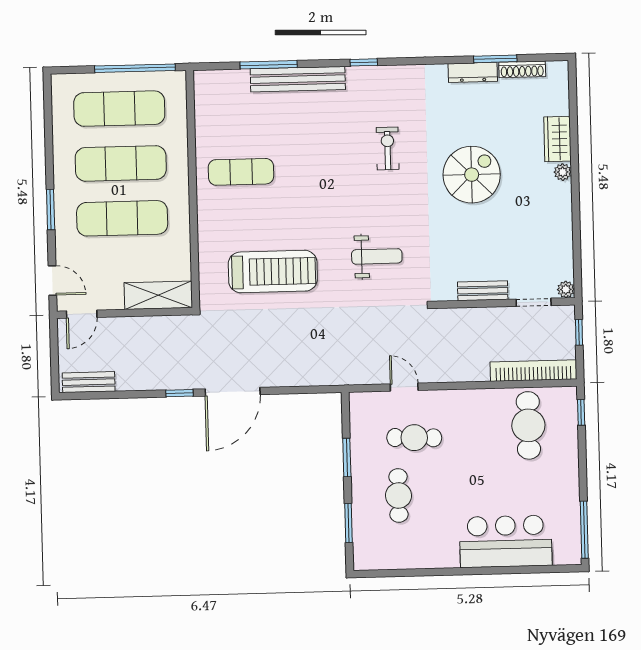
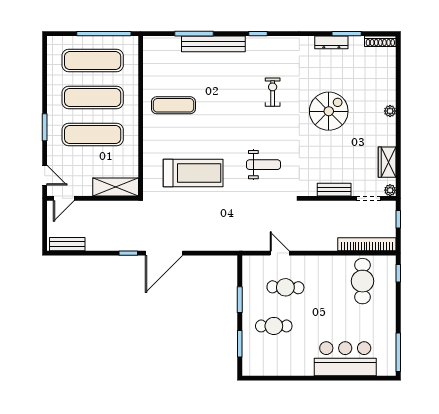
shoe rack: (522, 69) -> (380, 41), moved
wardrobe: (557, 139) -> (387, 162), moved
cafe table: (398, 495) -> (274, 326), turned 90

